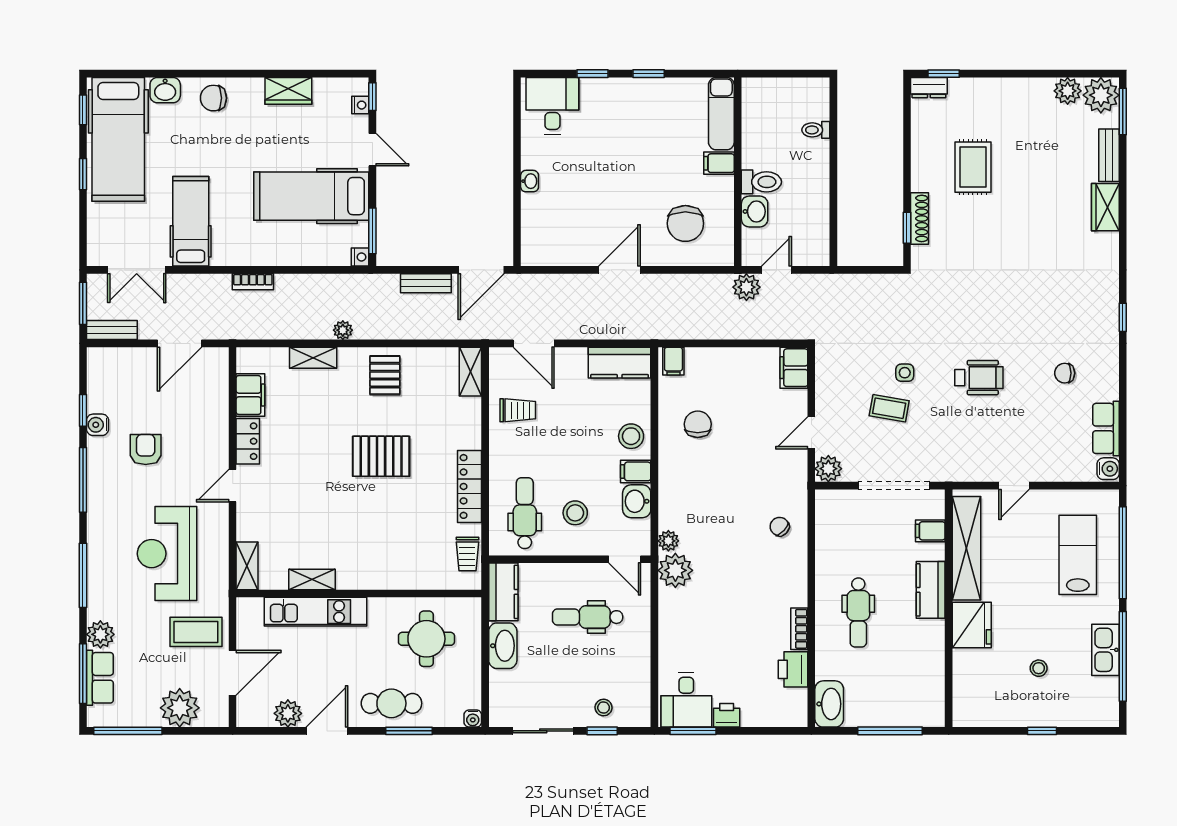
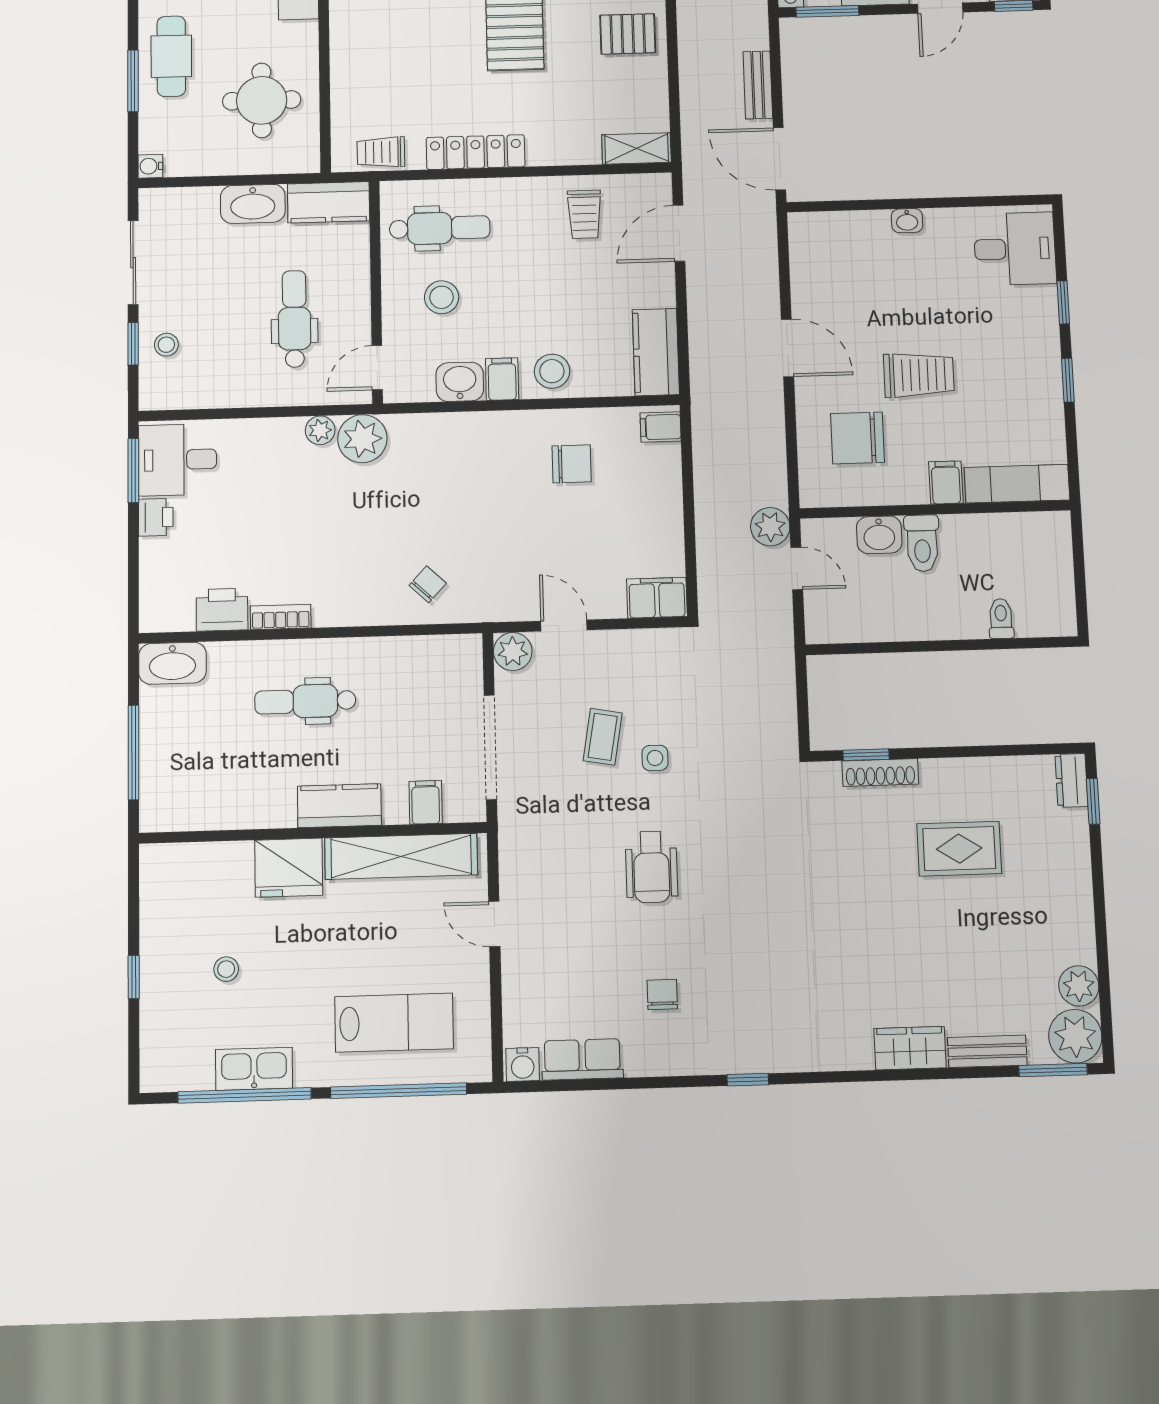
trolley: (642, 178) -> (919, 375), added
plant: (668, 541) -> (320, 430), moved

